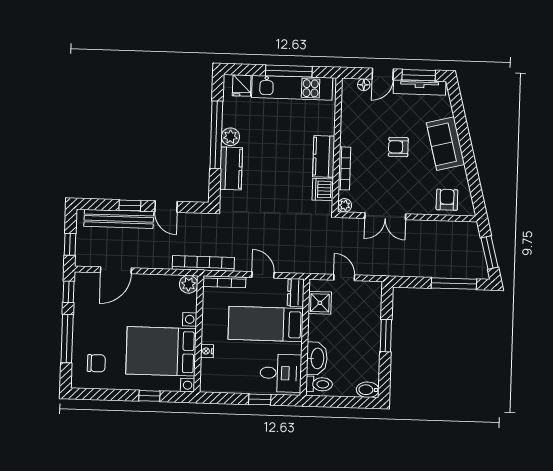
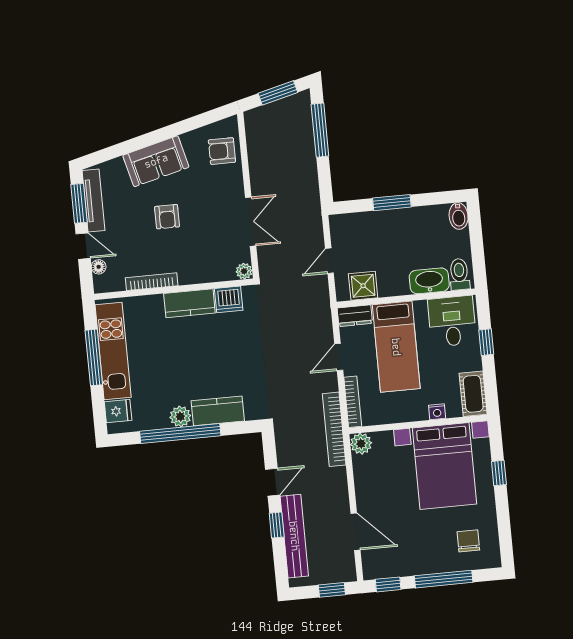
bookcase: (344, 168) -> (152, 282), moved
cot: (218, 383) -> (473, 394), added

